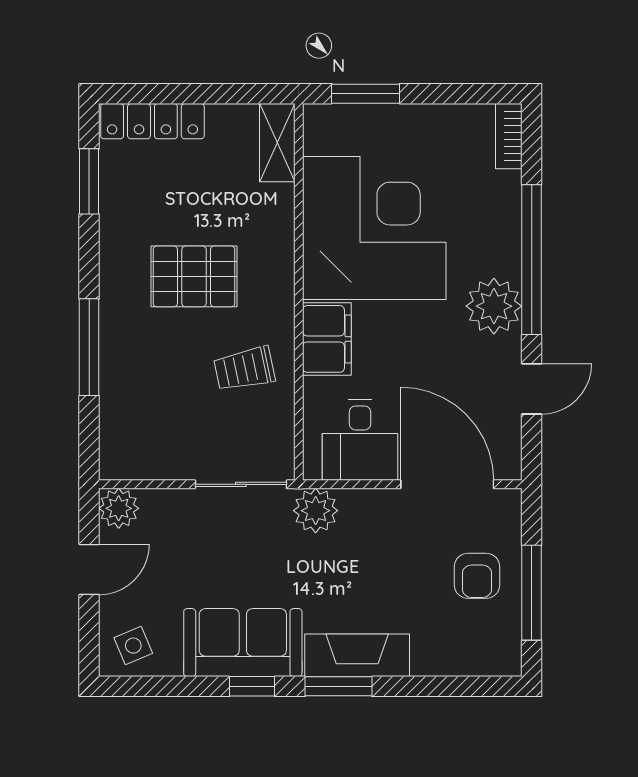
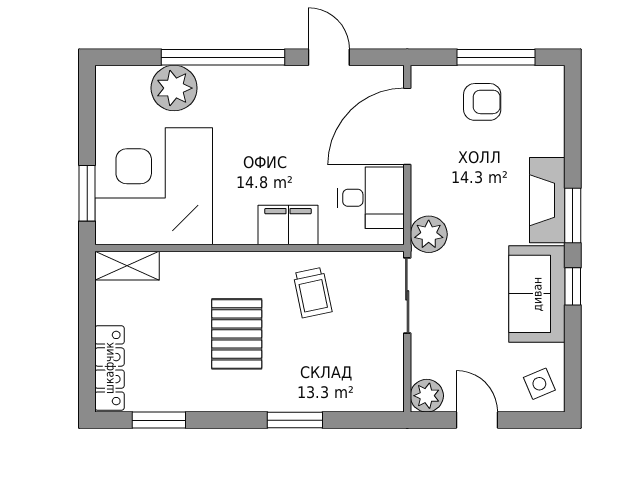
bookcase: (509, 136) -> (122, 76), removed
corner desk: (374, 228) -> (154, 186), moved
plant: (494, 306) -> (174, 88), moved
window: (89, 347) -> (295, 420), width x0.69

